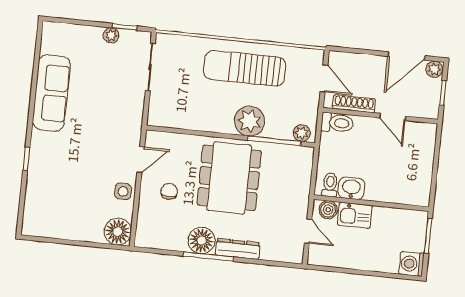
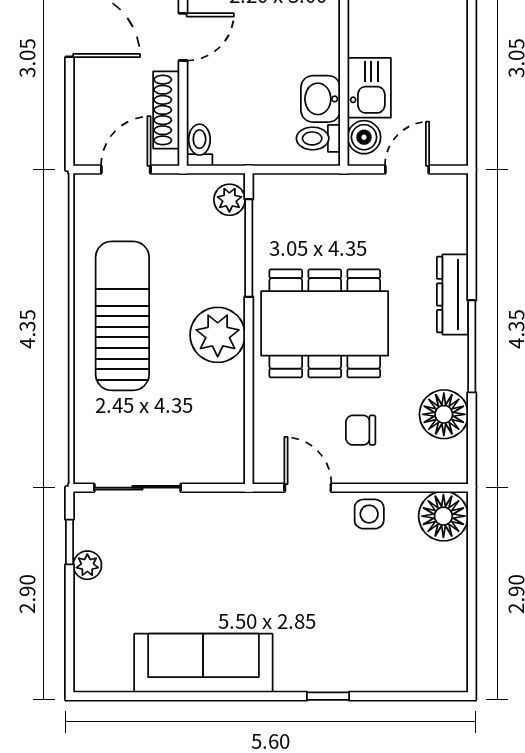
sun lounger: (245, 68) -> (122, 316), turned 180
plant: (249, 121) -> (218, 335), moved
toilet: (337, 123) -> (199, 145), width x0.73, depth x0.72
floor lamp: (202, 240) -> (444, 414), moved

